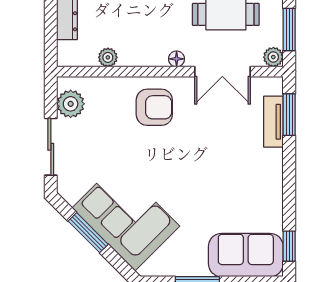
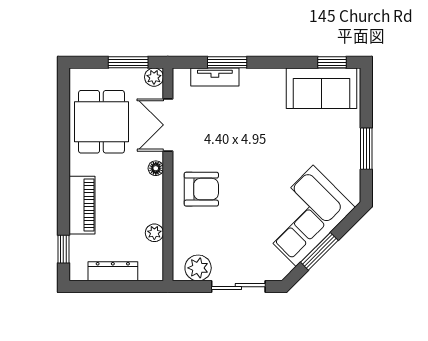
double door: (222, 72) -> (168, 125), swing flipped
armchair: (154, 107) -> (201, 189), turned 90
window: (289, 115) -> (227, 62), moved
sofa: (246, 255) -> (322, 88), moved, turned -90

